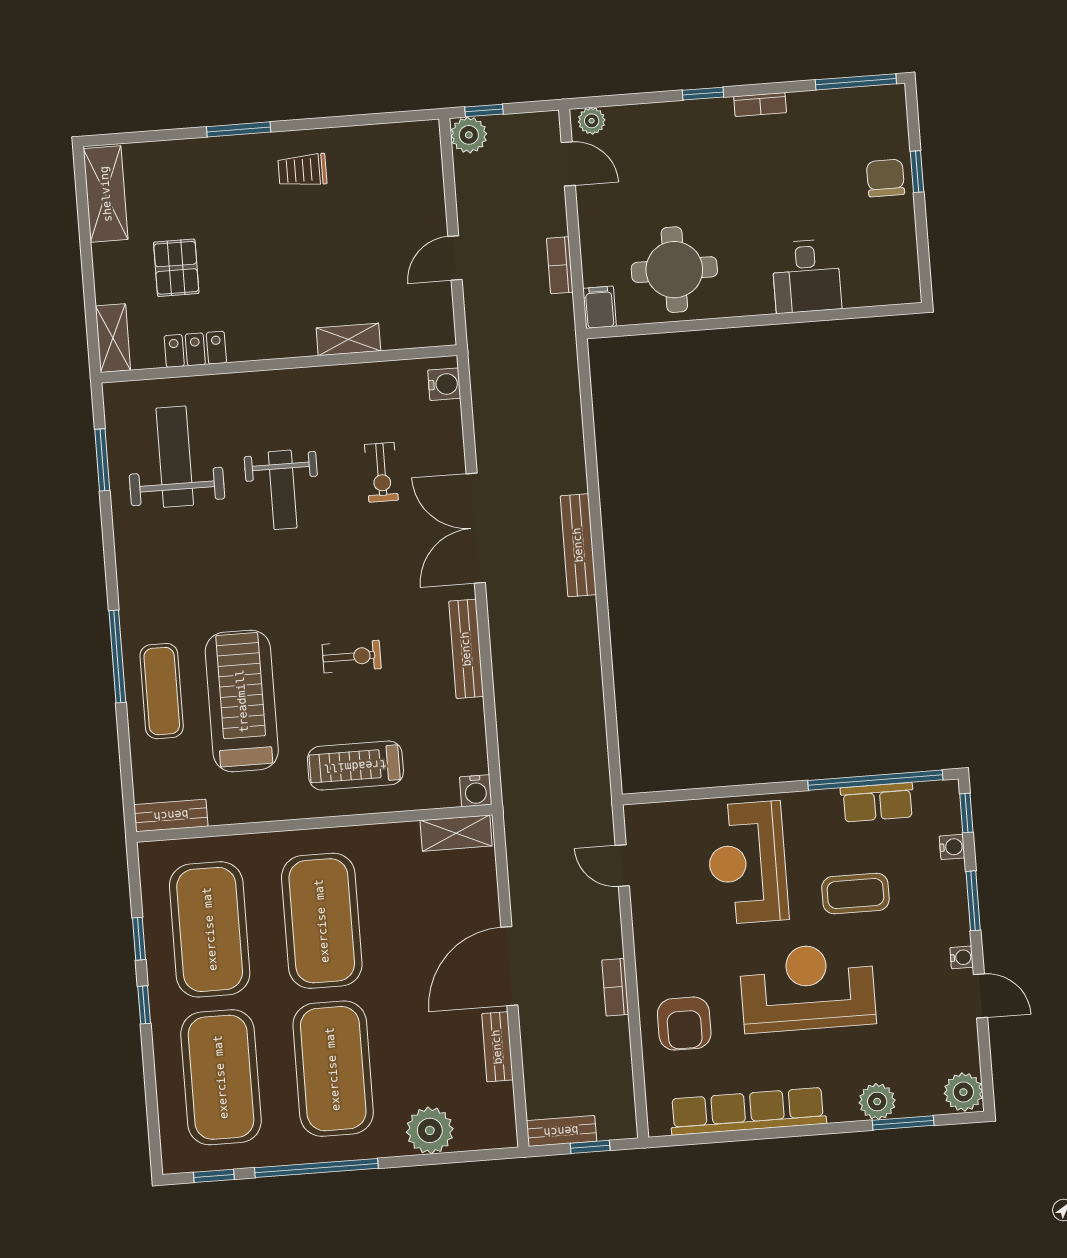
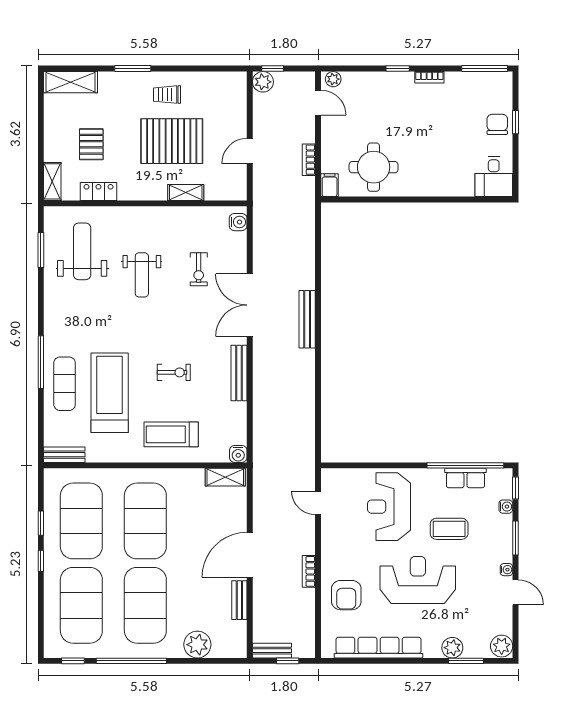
shelving: (106, 194) -> (71, 82), moved, turned 90
pallet: (317, 251) -> (172, 141), added
desk: (806, 276) -> (494, 177), moved

